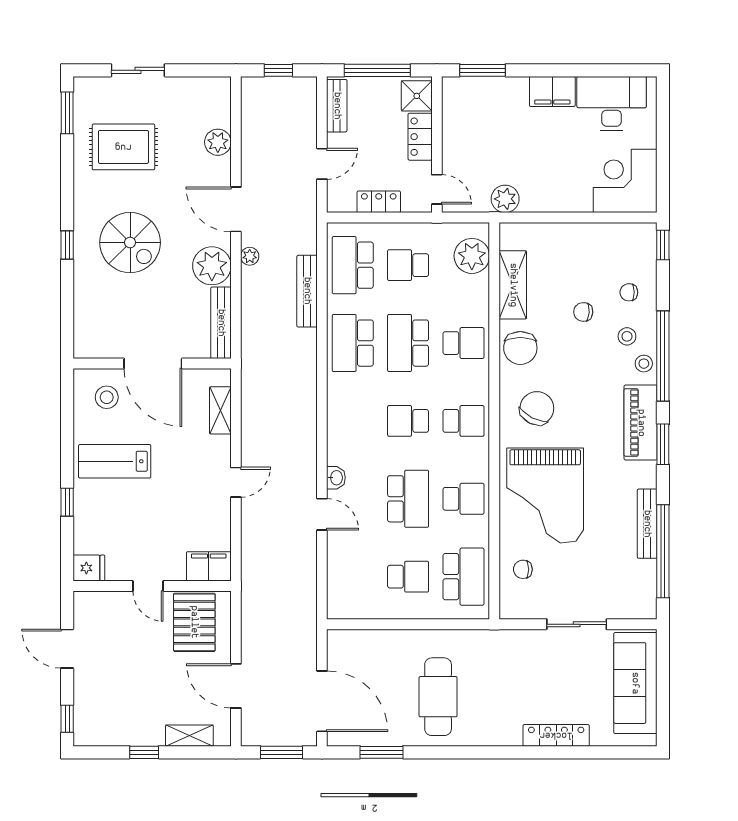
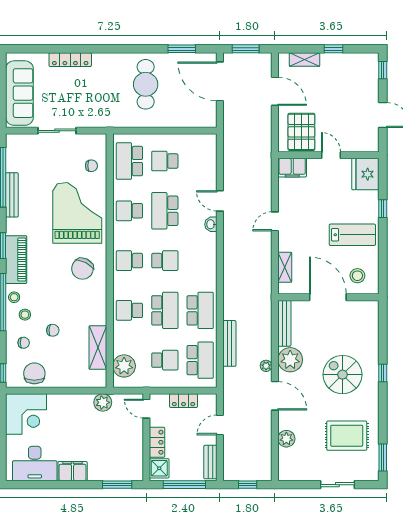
chair: (520, 348) -> (34, 373), moved
fridge: (89, 568) -> (365, 174), width x1.88, depth x1.34

